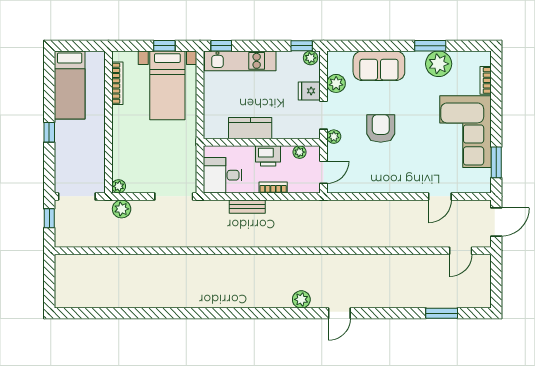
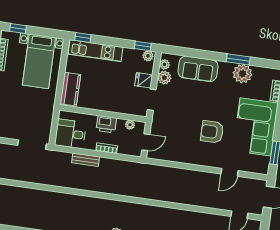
window: (164, 46) -> (18, 28), moved
kitchen counter: (250, 128) -> (70, 89), moved, turned 90
armchair: (381, 128) -> (212, 132), moved, turned -90
plant: (334, 137) -> (164, 64), moved

